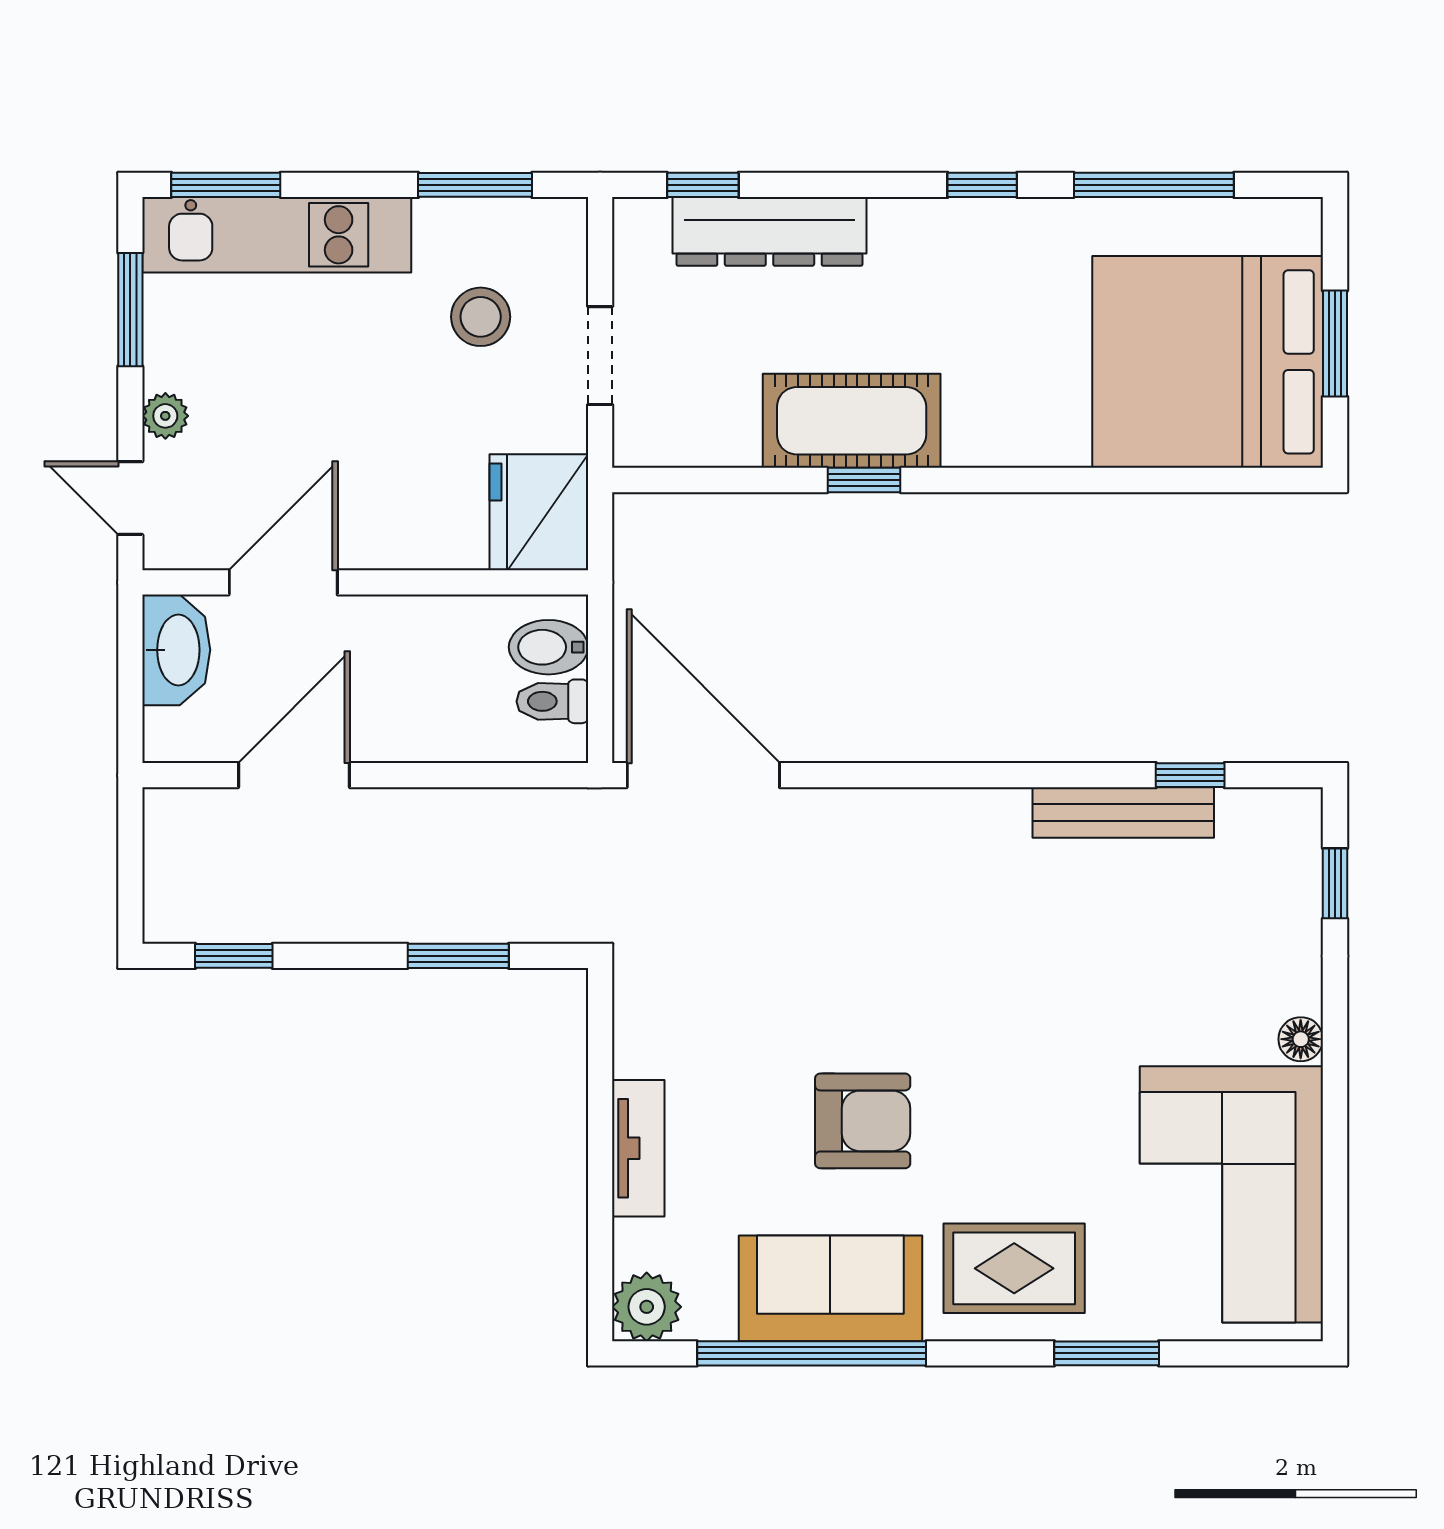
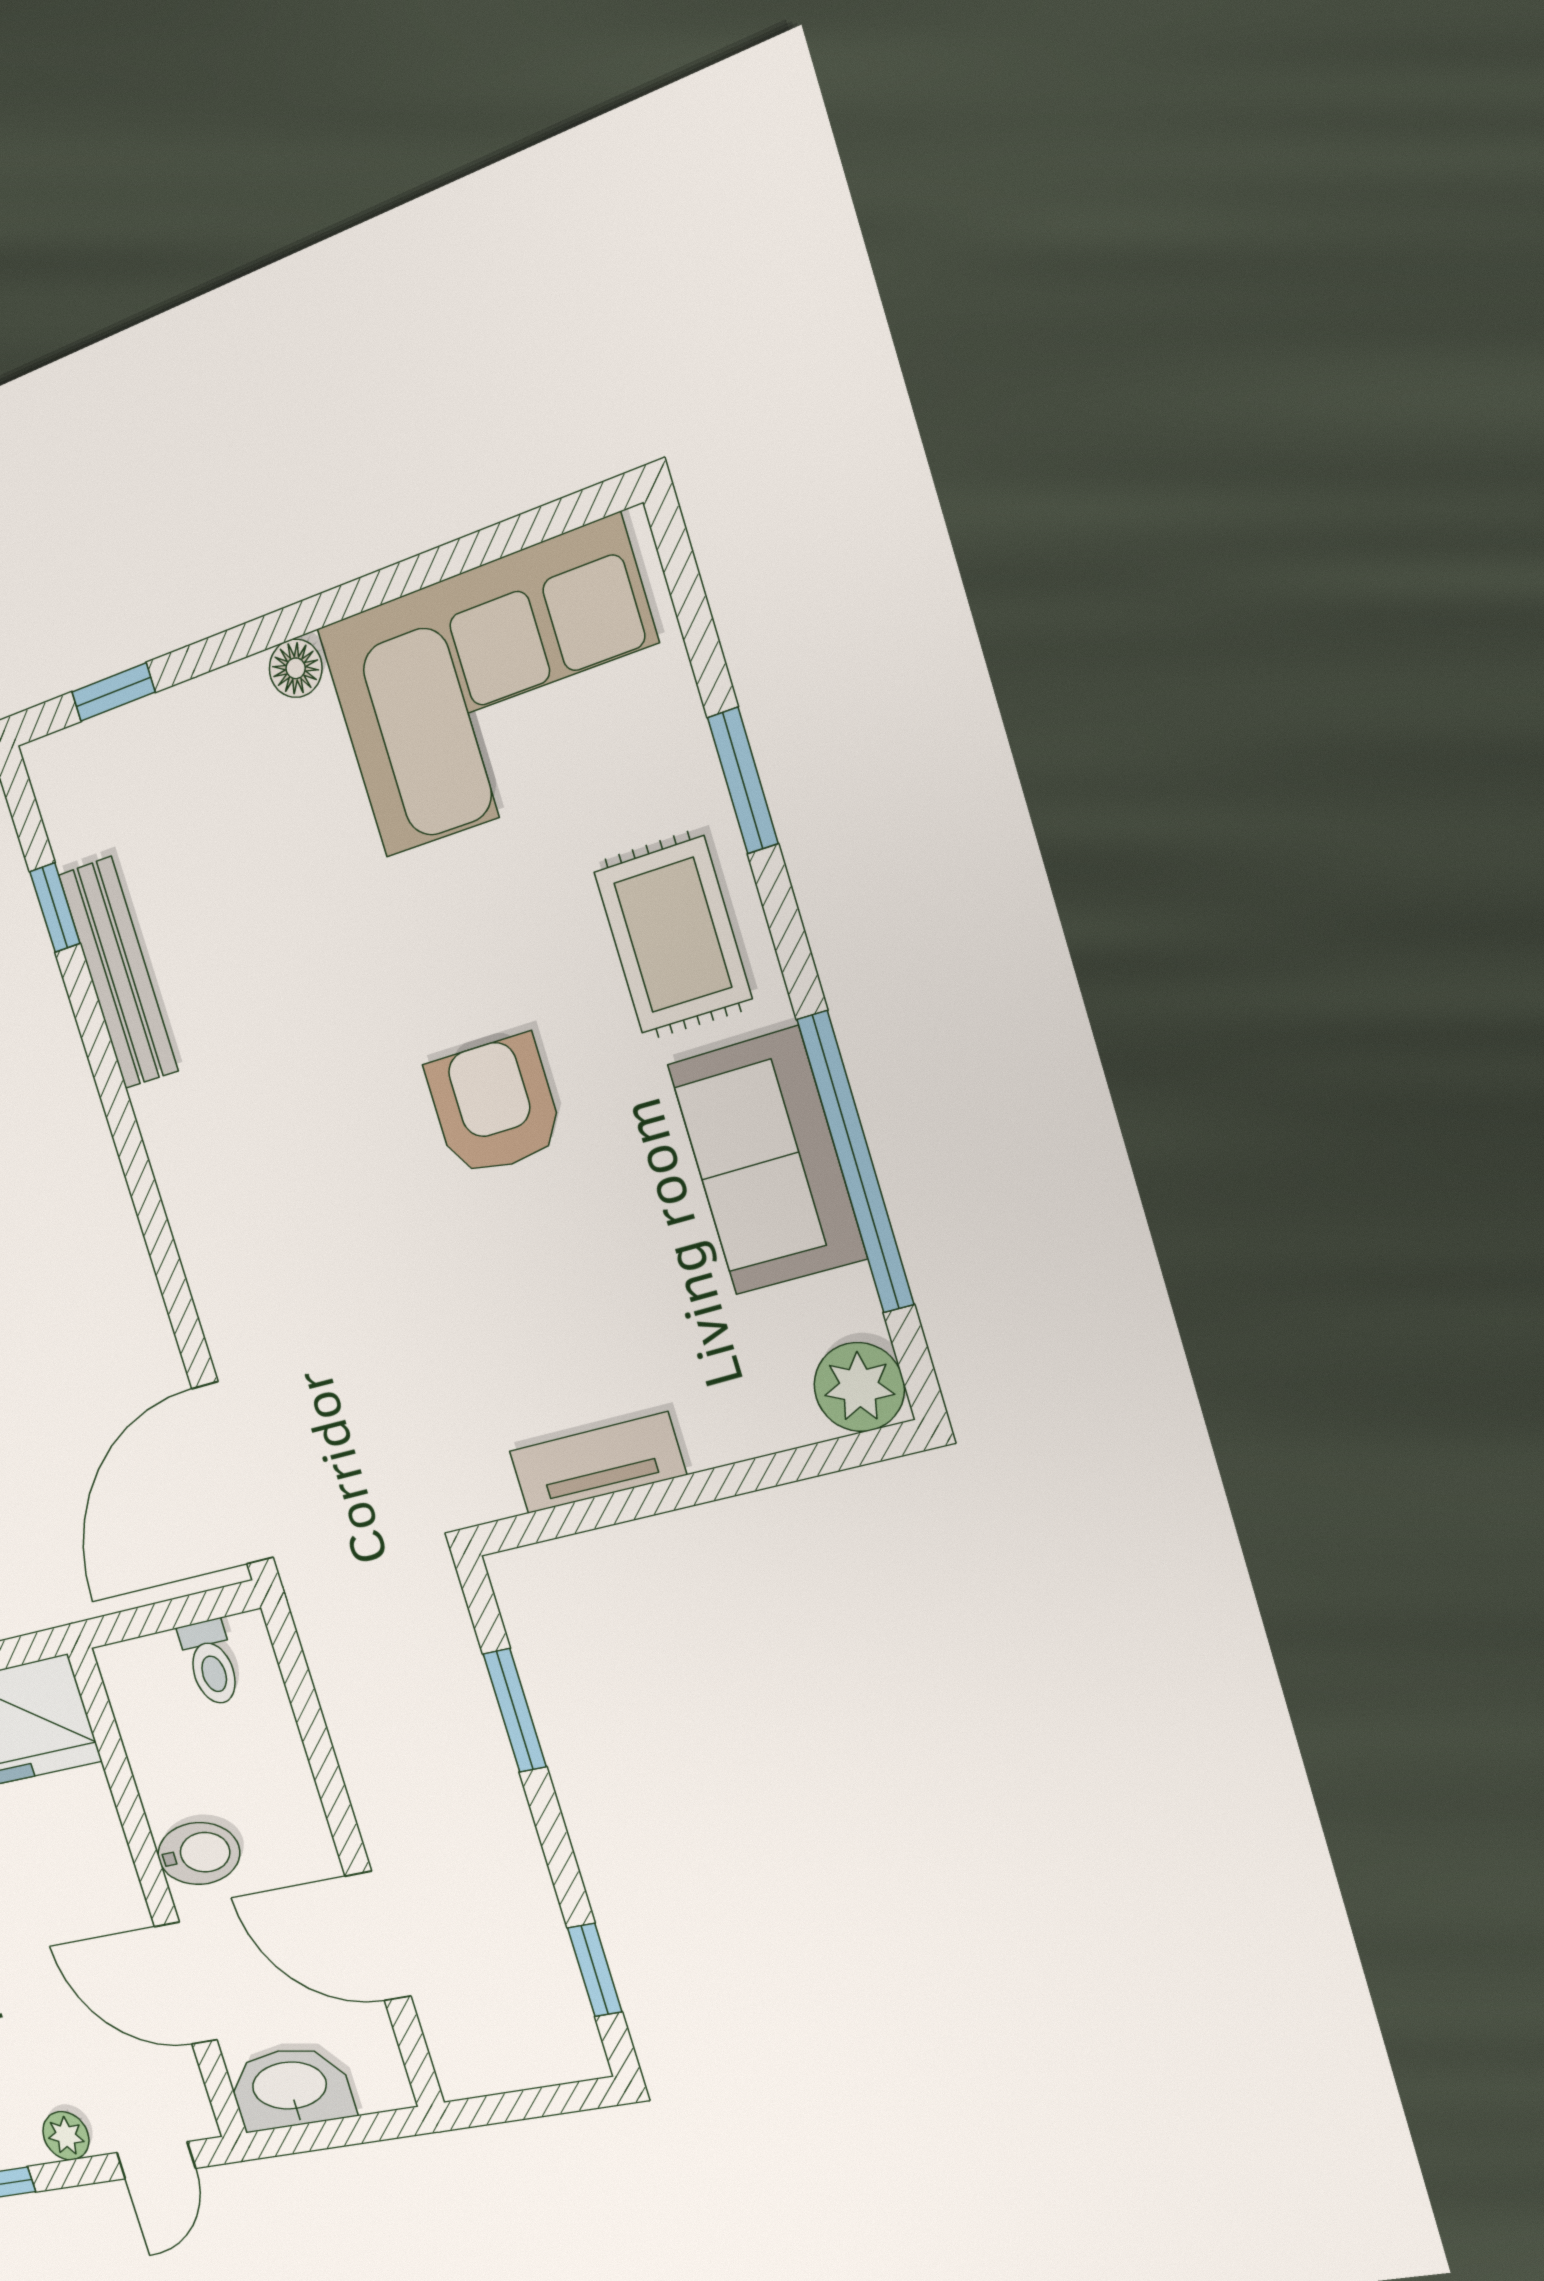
bidet: (548, 647) -> (199, 1853), moved, turned -90
armchair: (863, 1121) -> (494, 1106), moved
tv unit: (638, 1148) -> (597, 1463), moved

